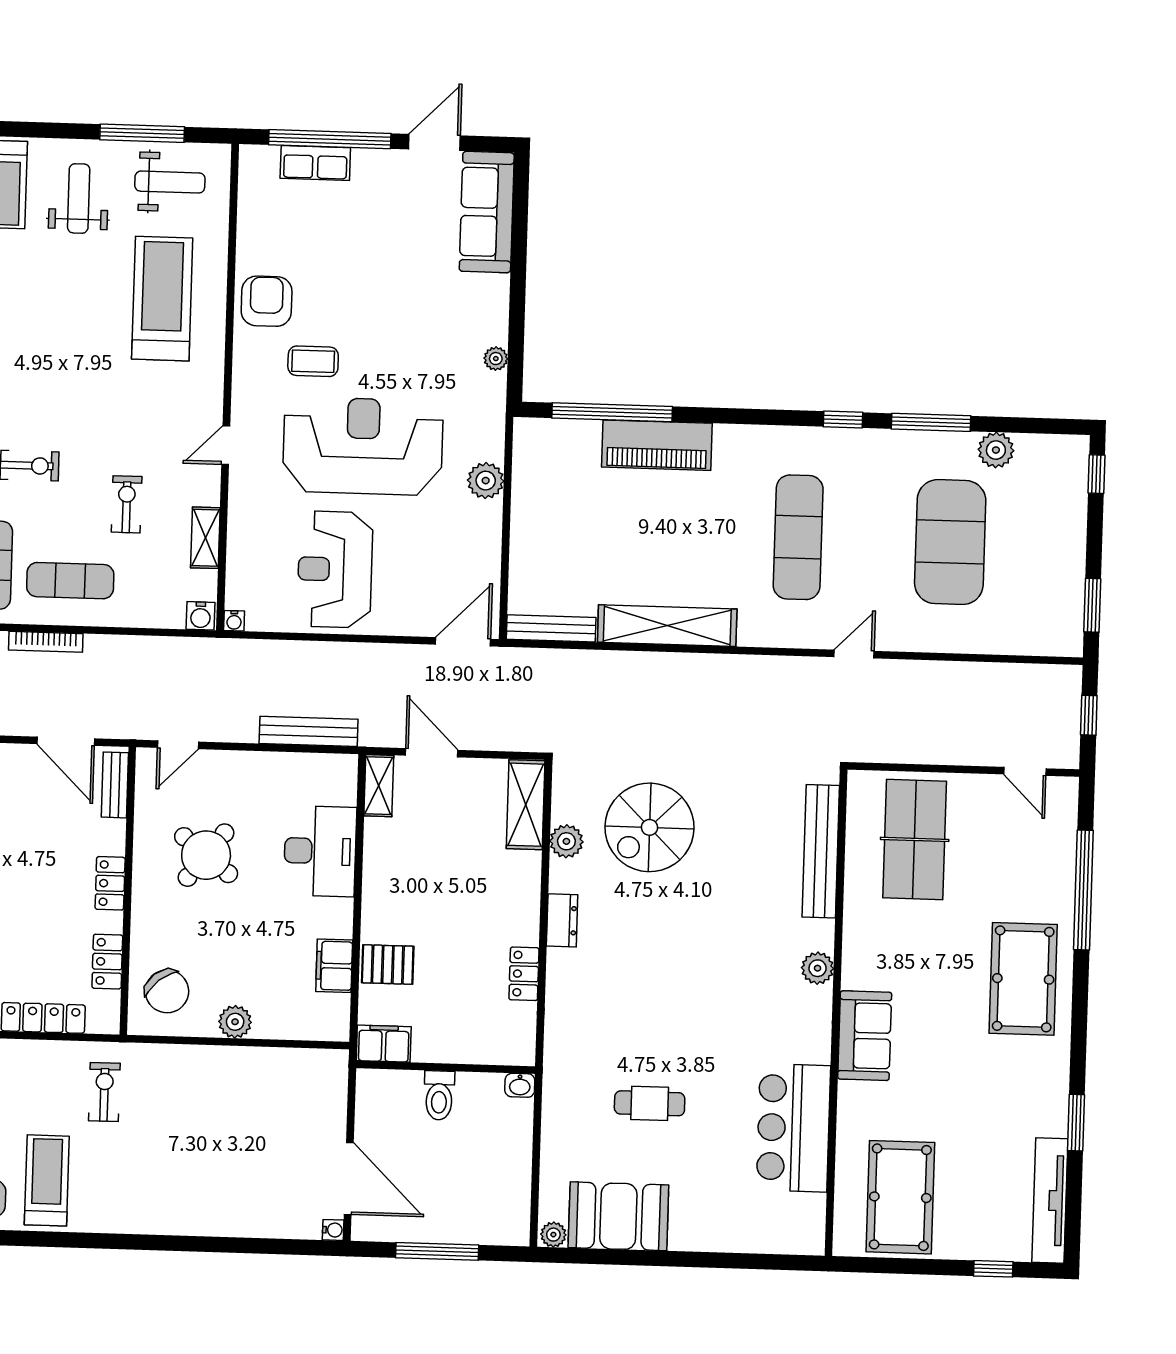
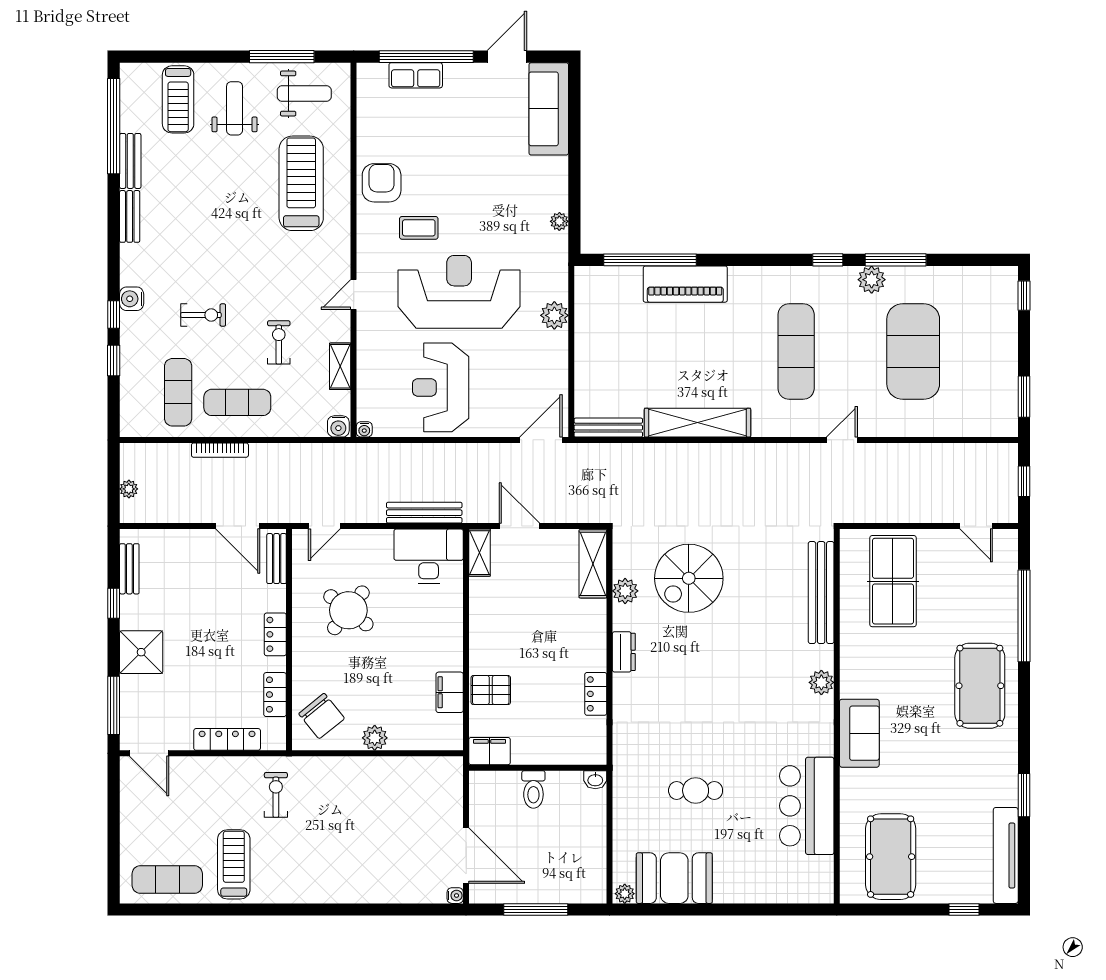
plant: (996, 450) -> (872, 280), moved
desk: (320, 851) -> (429, 556), moved, turned -90

